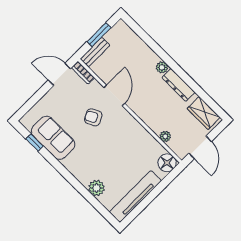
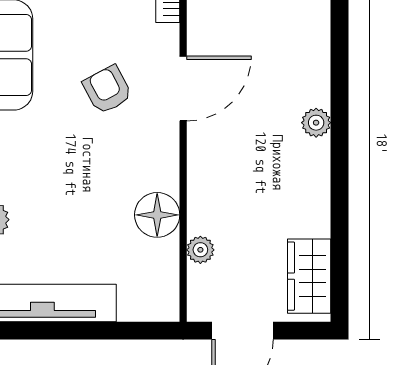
dresser: (178, 85) -> (314, 183), removed
floor lamp: (167, 163) -> (157, 215), moved

